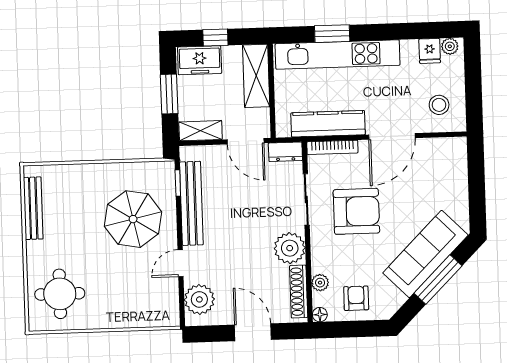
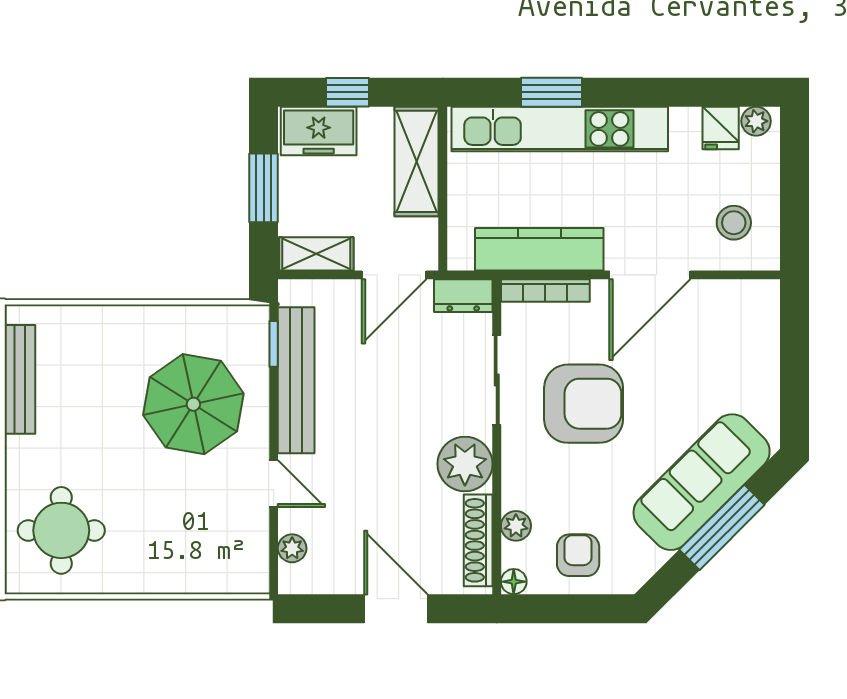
door: (246, 141) -> (394, 275), hinge flipped
door: (180, 263) -> (274, 484), swing flipped
plant: (199, 299) -> (292, 548), width x0.53, depth x0.53

